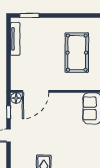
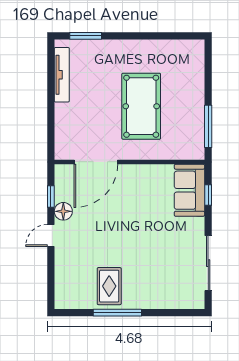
pool table: (77, 53) -> (141, 106), moved
floor lamp: (16, 98) -> (63, 211), moved

